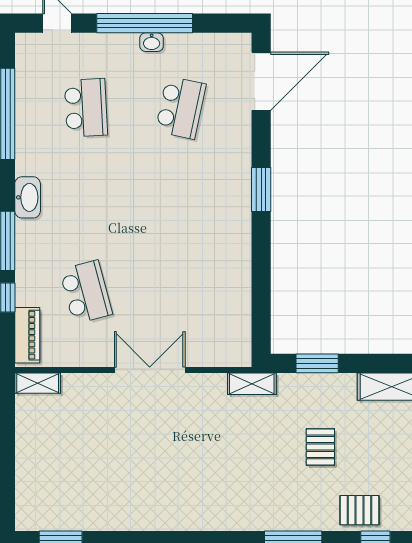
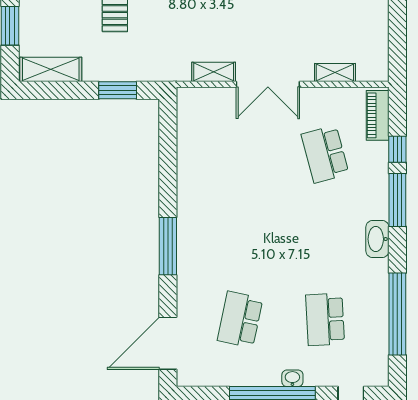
washbasin: (152, 42) -> (292, 378), moved
window: (261, 189) -> (168, 246), width x1.44
shelving: (38, 383) -> (335, 73), moved
shelving: (252, 384) -> (214, 72), moved

